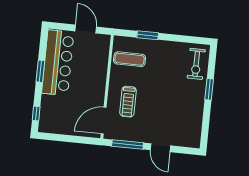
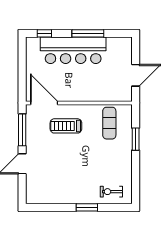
bar counter: (58, 63) -> (73, 50), moved
exercise bike: (196, 64) -> (111, 192), width x0.73, depth x0.72
window: (40, 71) -> (88, 33), width x1.44

